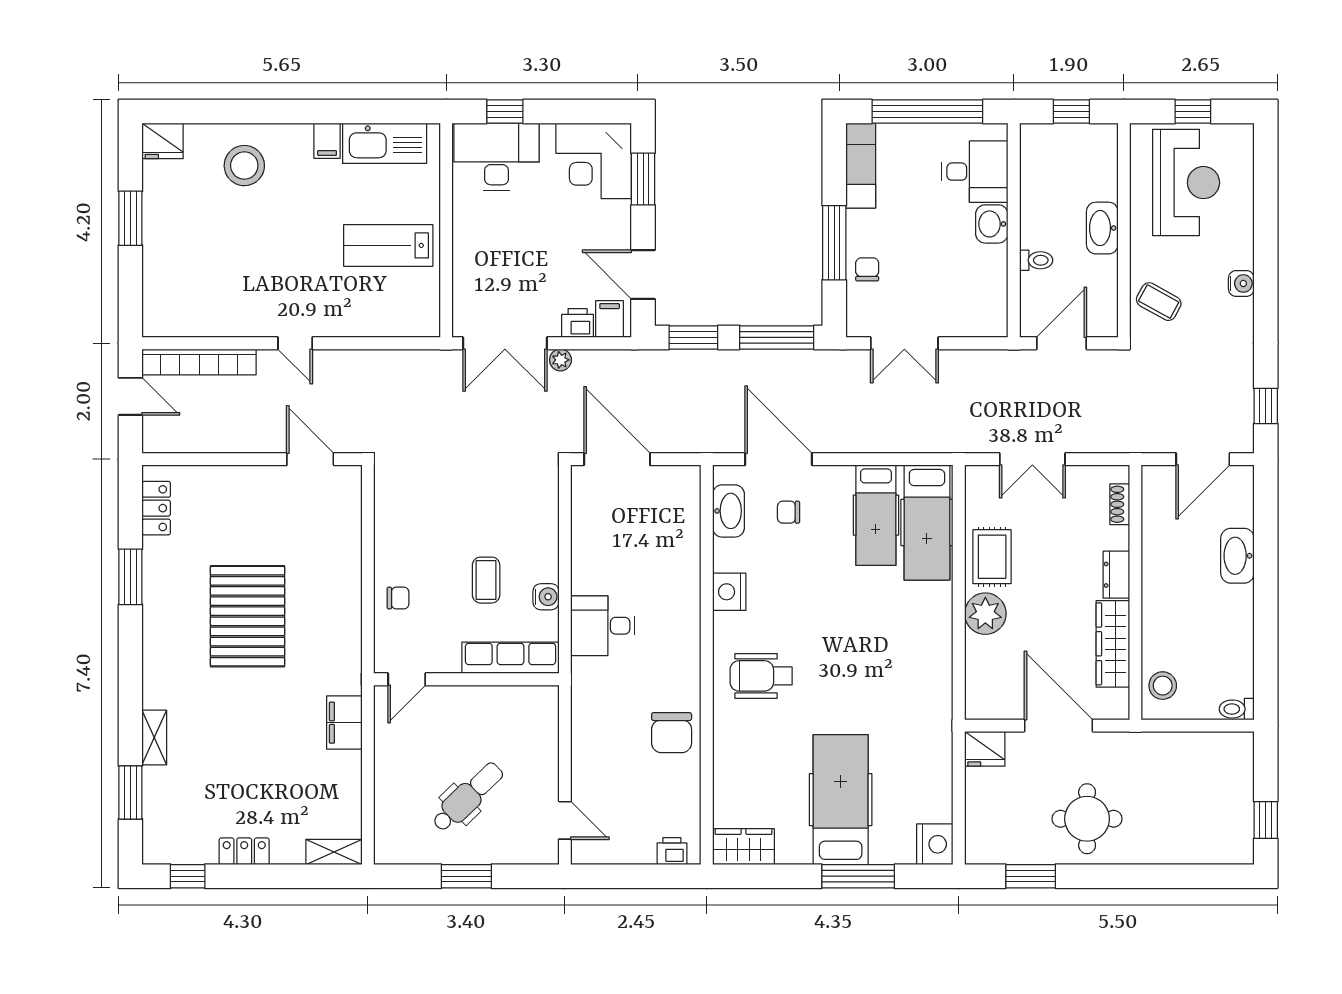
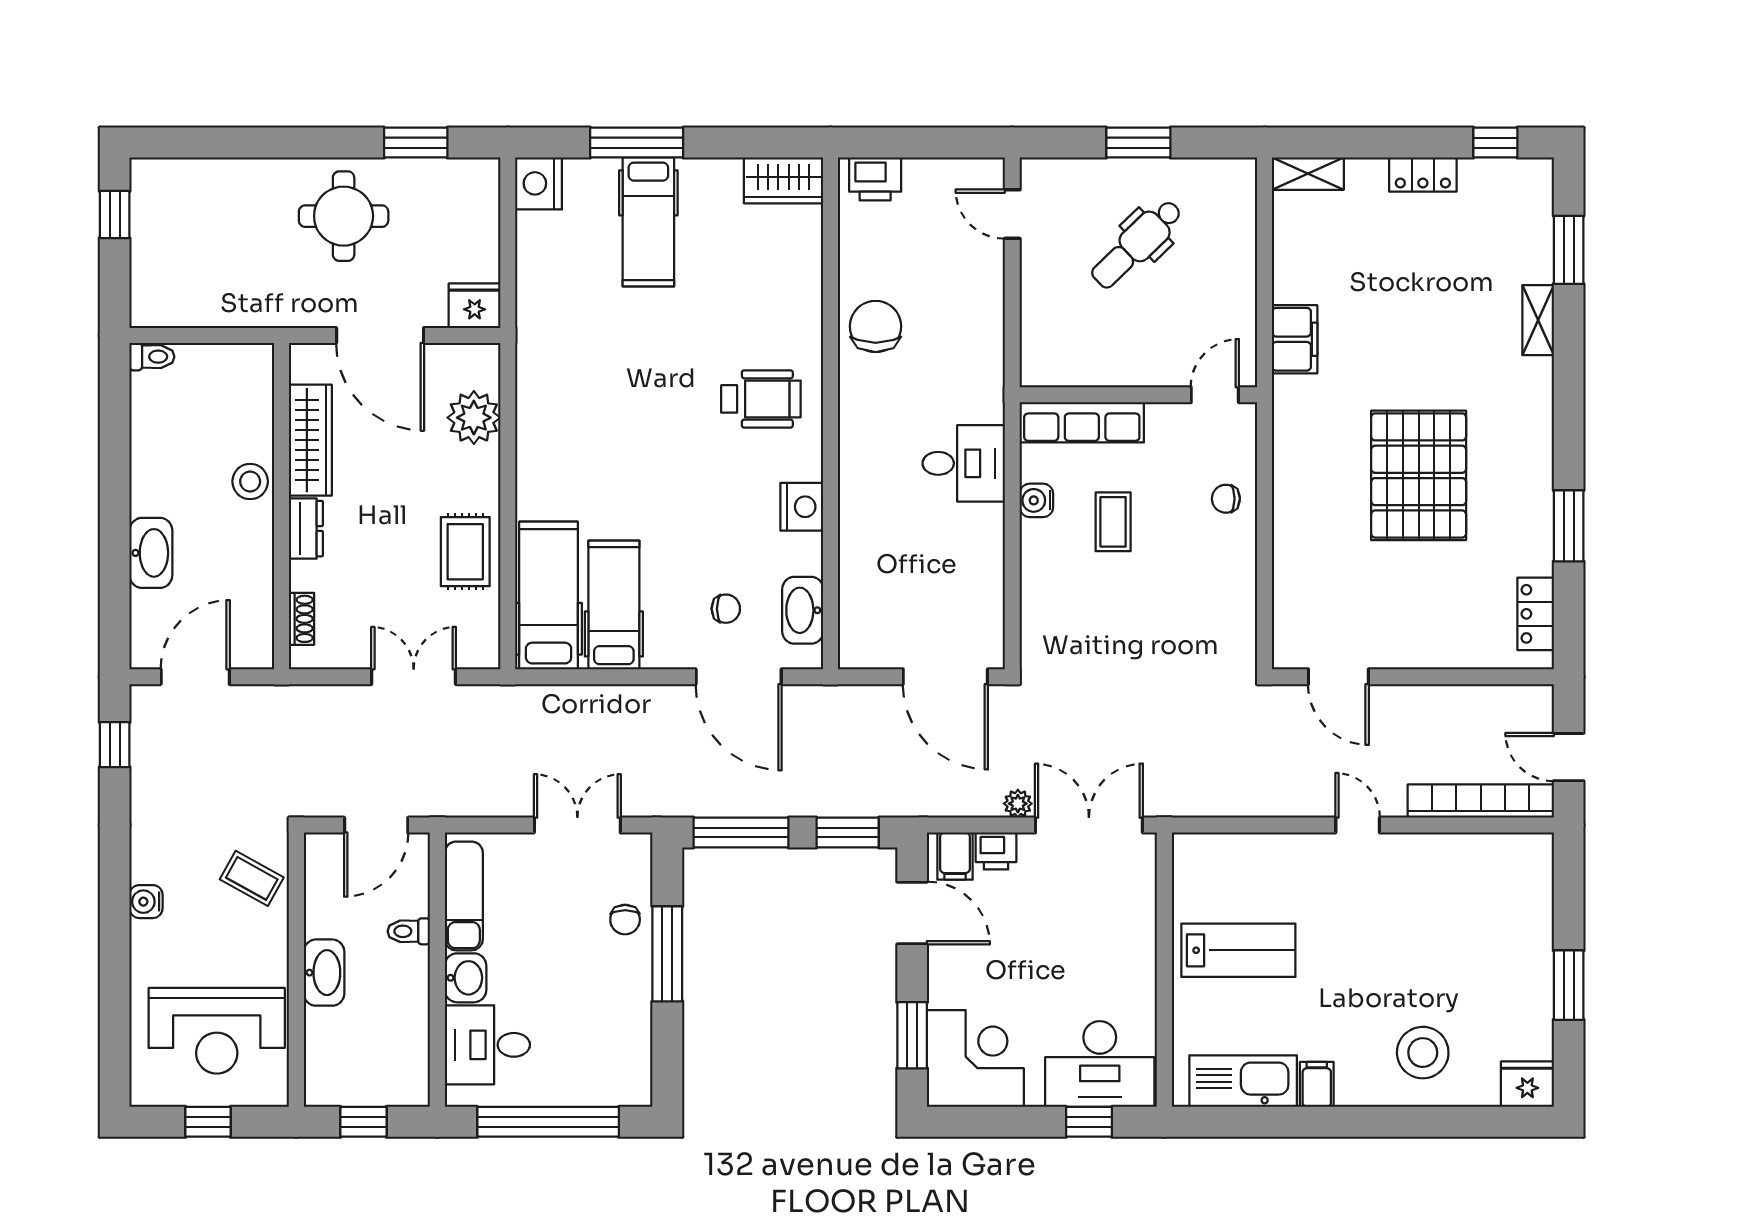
exam couch: (861, 166) -> (464, 896), moved, turned 180
reception desk: (1186, 183) -> (217, 1031), turned -90
plant: (985, 614) -> (474, 418), moved
stool: (1163, 686) -> (250, 482), moved
hospital bed: (841, 800) -> (648, 222), width x0.73, depth x0.78
printer: (672, 851) -> (875, 179), width x1.36, depth x1.24

